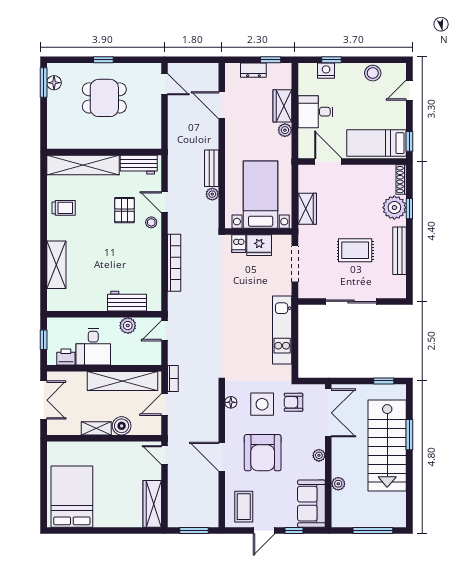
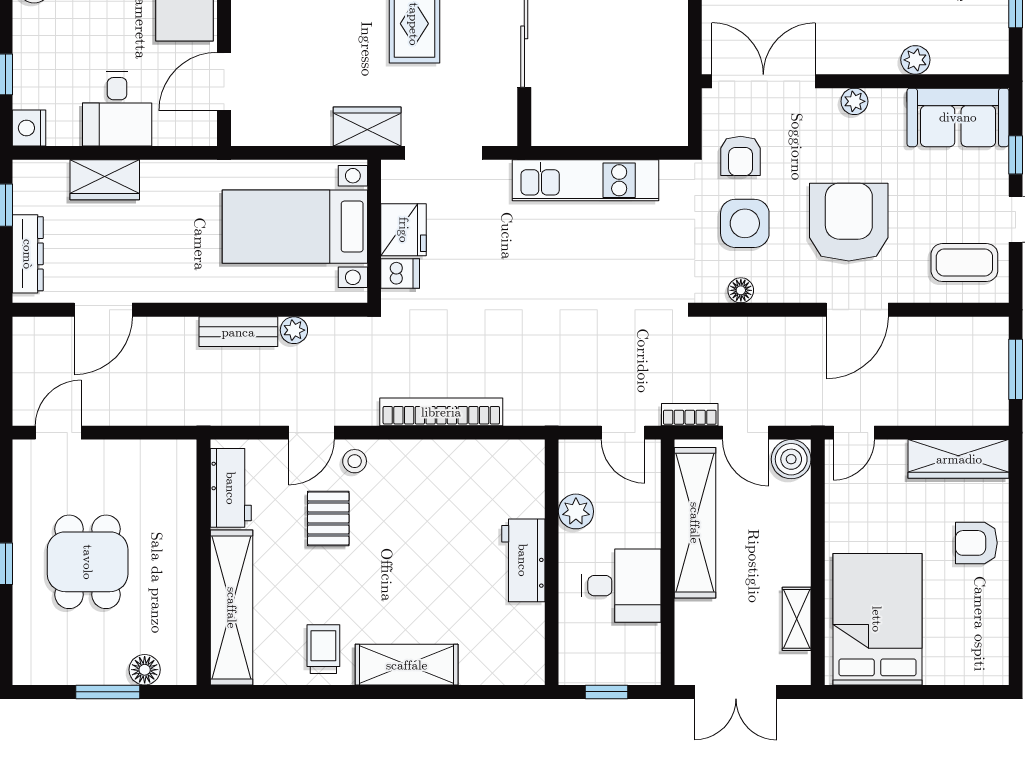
dresser: (253, 70) -> (28, 254), width x1.44
nightstand: (326, 71) -> (29, 128), moved
window: (44, 82) -> (108, 692), moved
floor lamp: (54, 83) -> (145, 670), moved
plant: (285, 130) -> (157, 174), removed
wardrobe: (307, 209) -> (367, 126), moved
pallet: (124, 210) -> (328, 519), turned 90
shelving: (56, 265) -> (407, 665), moved
workbench: (127, 301) -> (523, 560), moved
door: (165, 331) -> (623, 433), moved
printer: (66, 357) -> (643, 644), removed
double door: (44, 400) -> (736, 692), swing flipped
boiler: (122, 426) -> (791, 459), moved
shelving: (96, 428) -> (797, 619), moved
armchair: (263, 453) -> (849, 222), turned -90
bed: (72, 497) -> (877, 619), moved, turned 90
armchair: (113, 512) -> (976, 543), added

